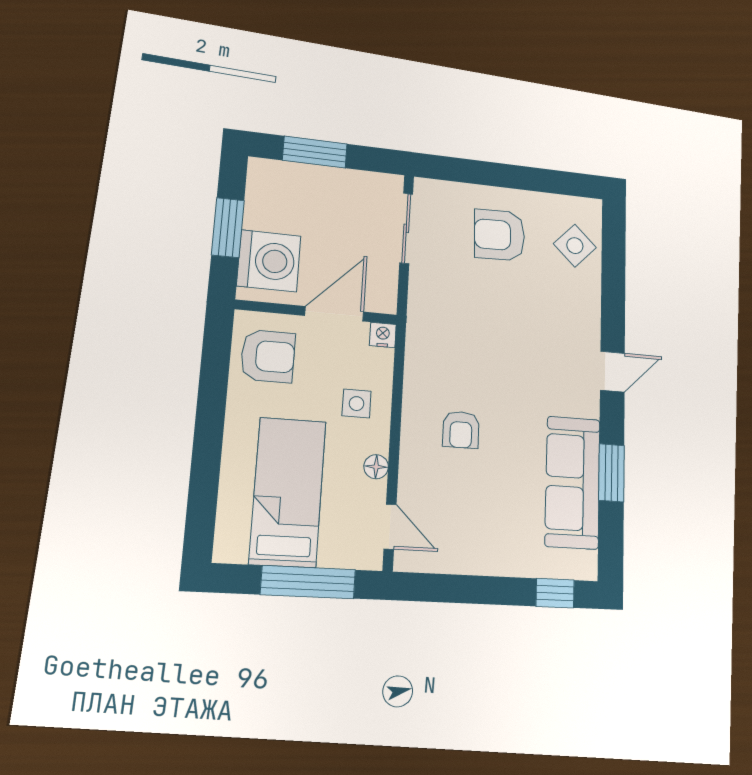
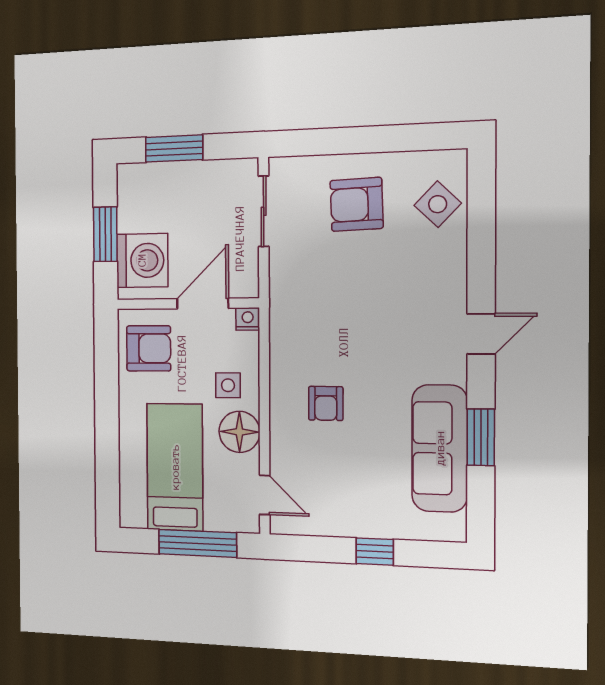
floor lamp: (376, 467) -> (239, 432), width x1.89, depth x1.89
window: (555, 593) -> (375, 552), moved

